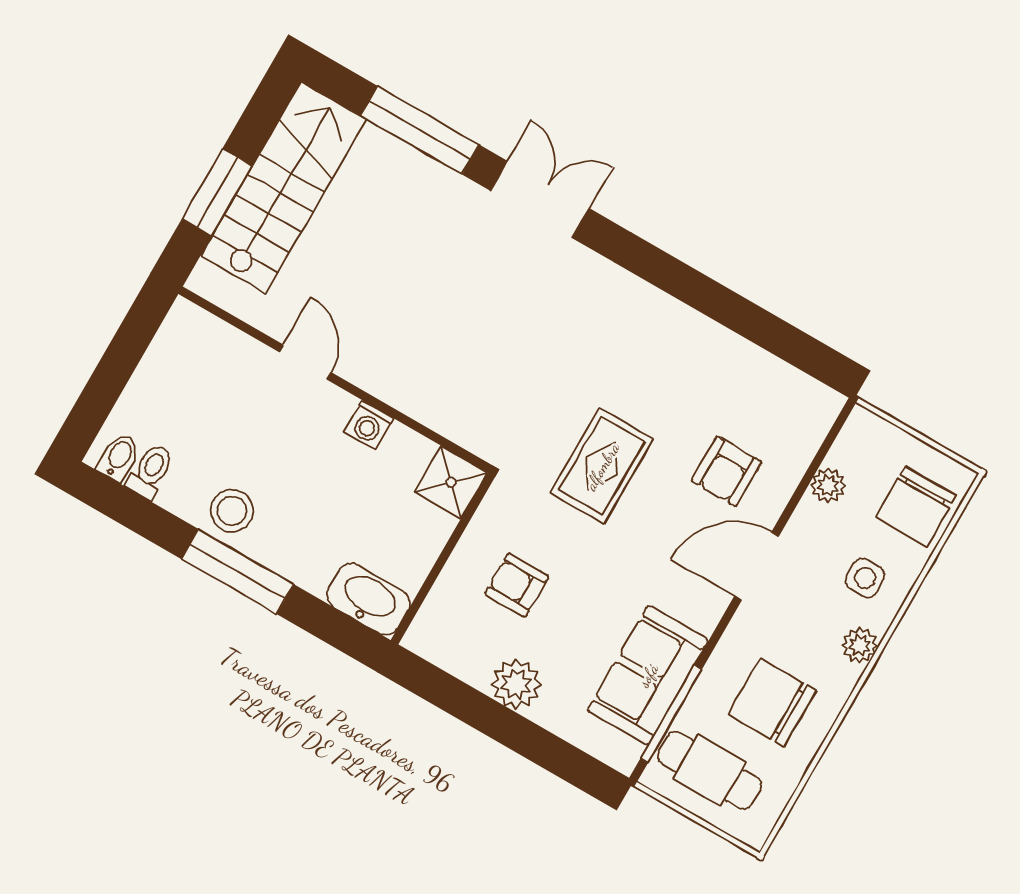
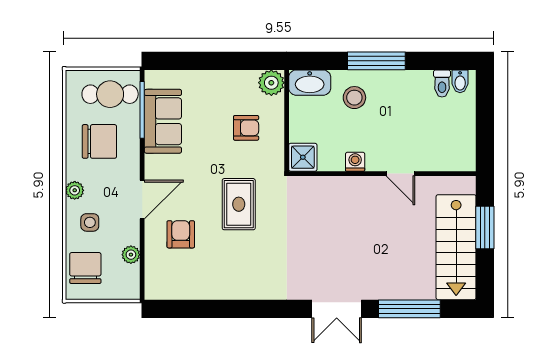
stool: (232, 511) -> (354, 98), moved
plant: (516, 684) -> (271, 83), moved

